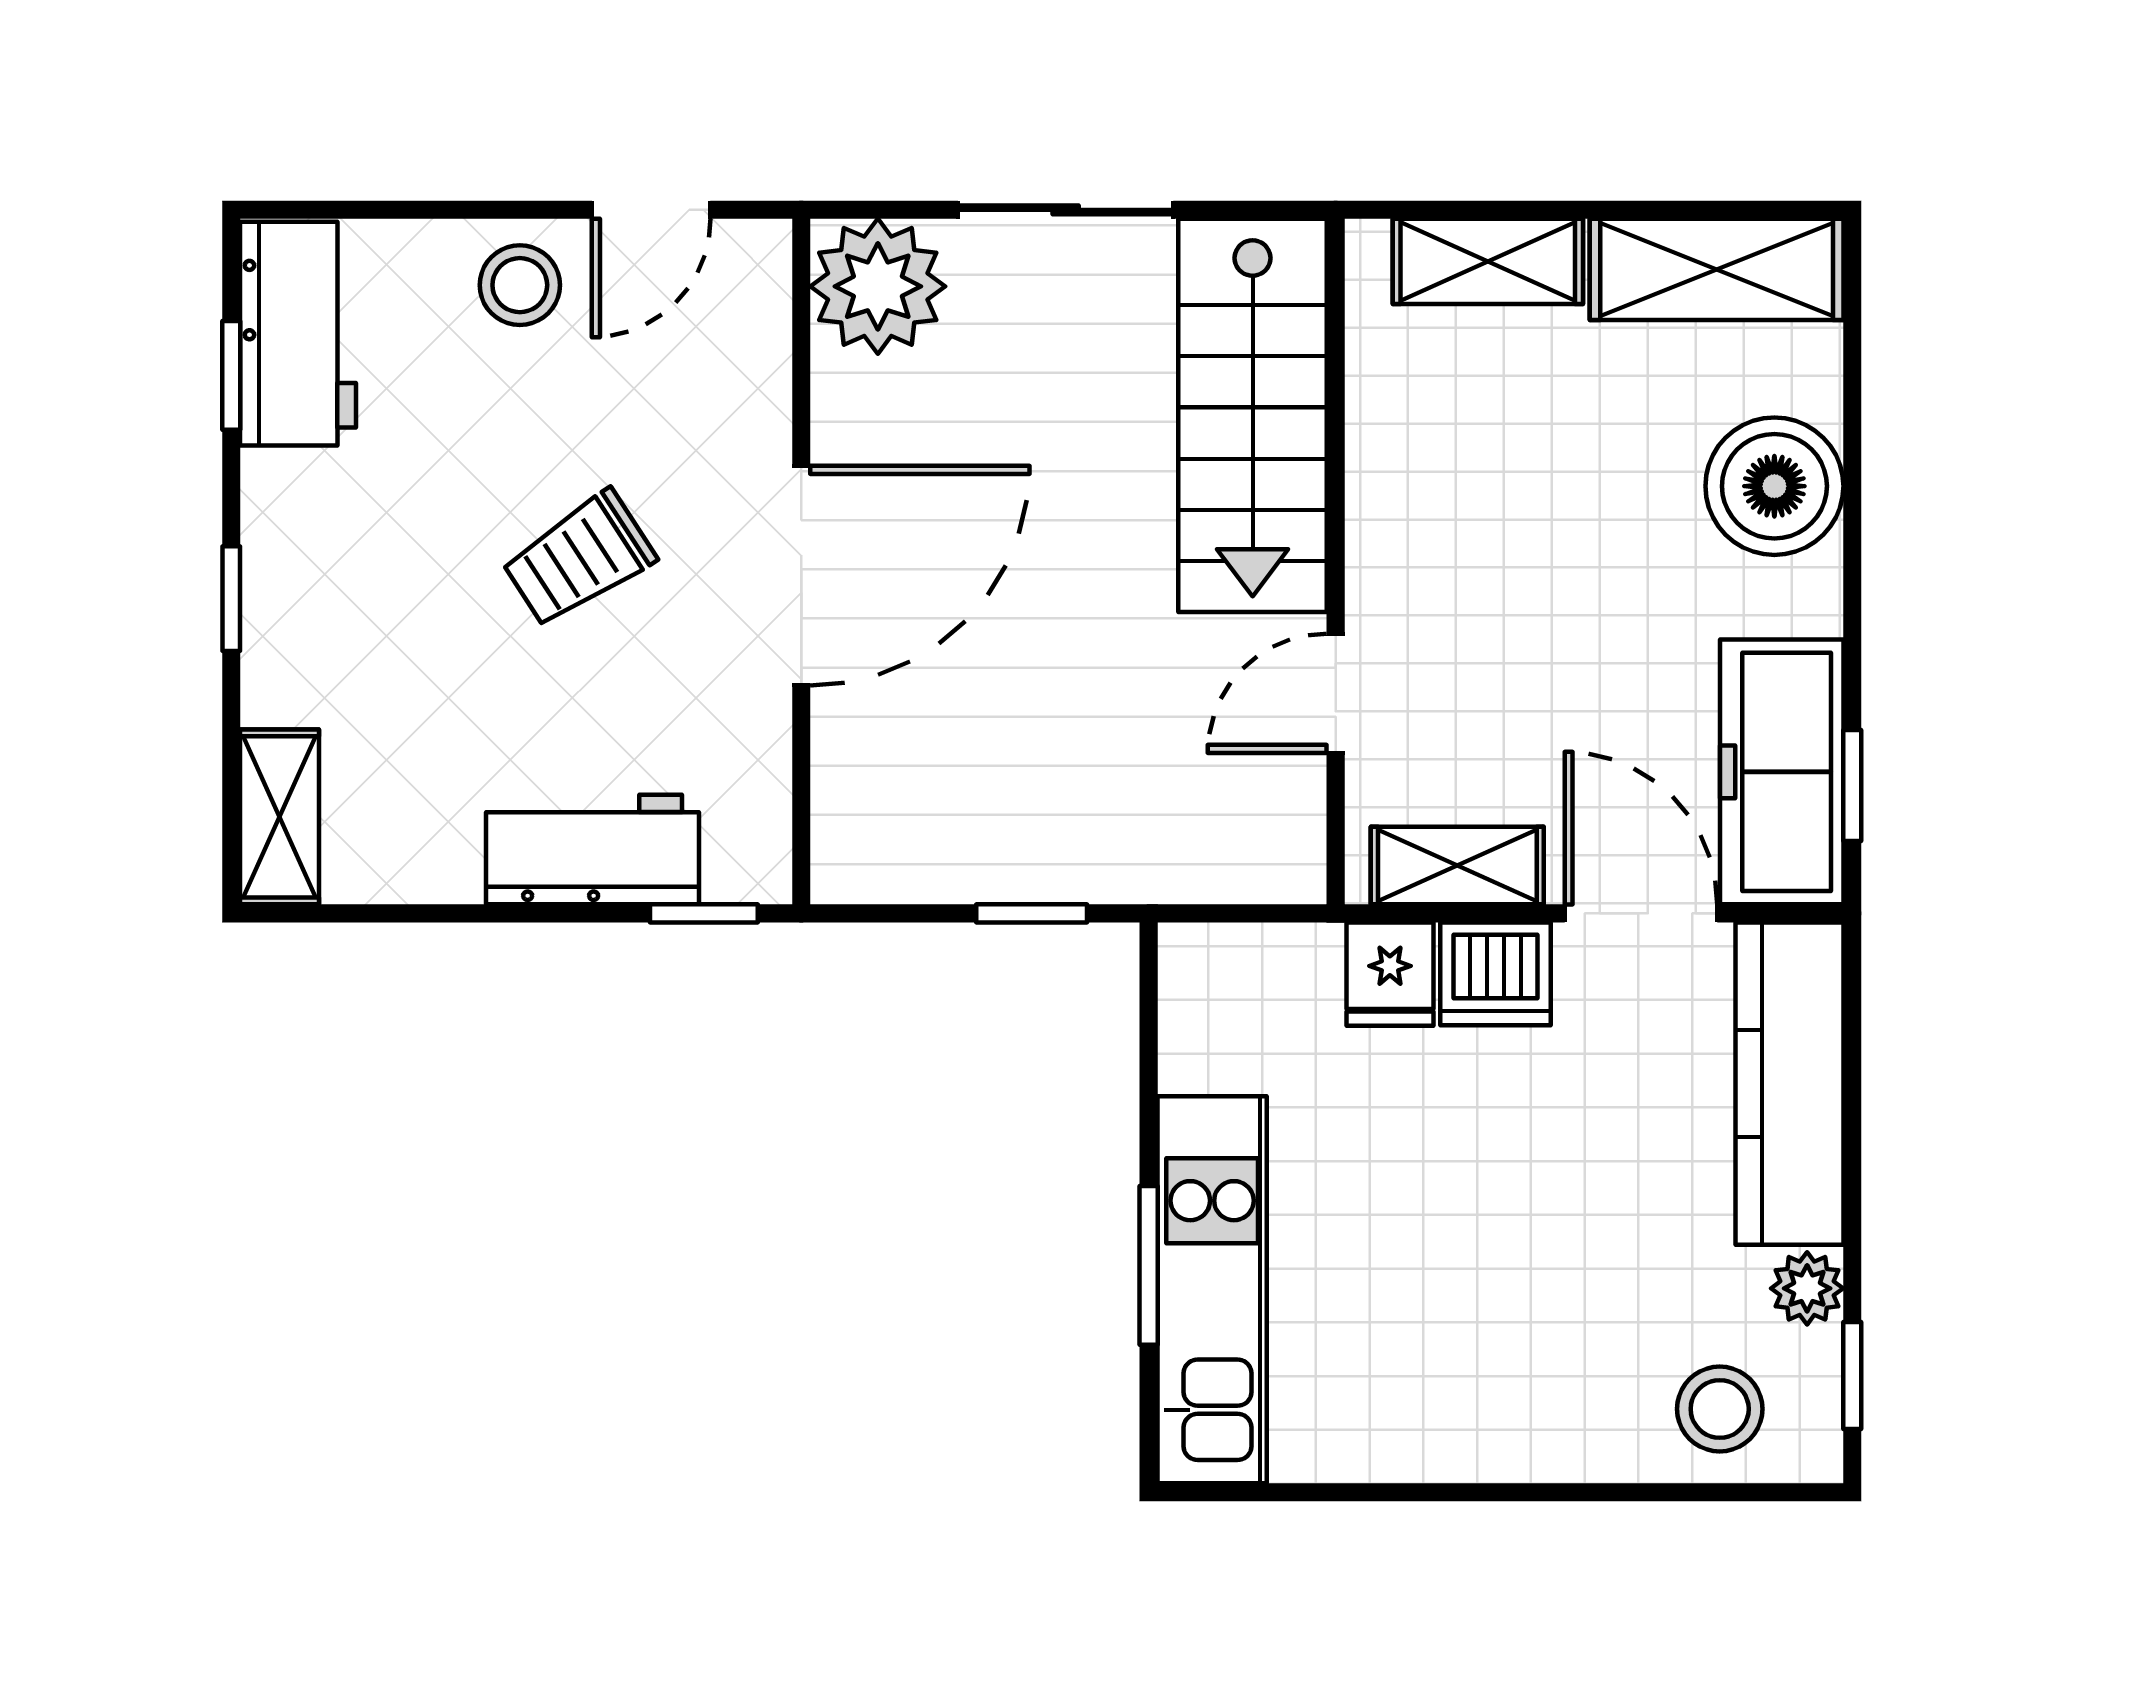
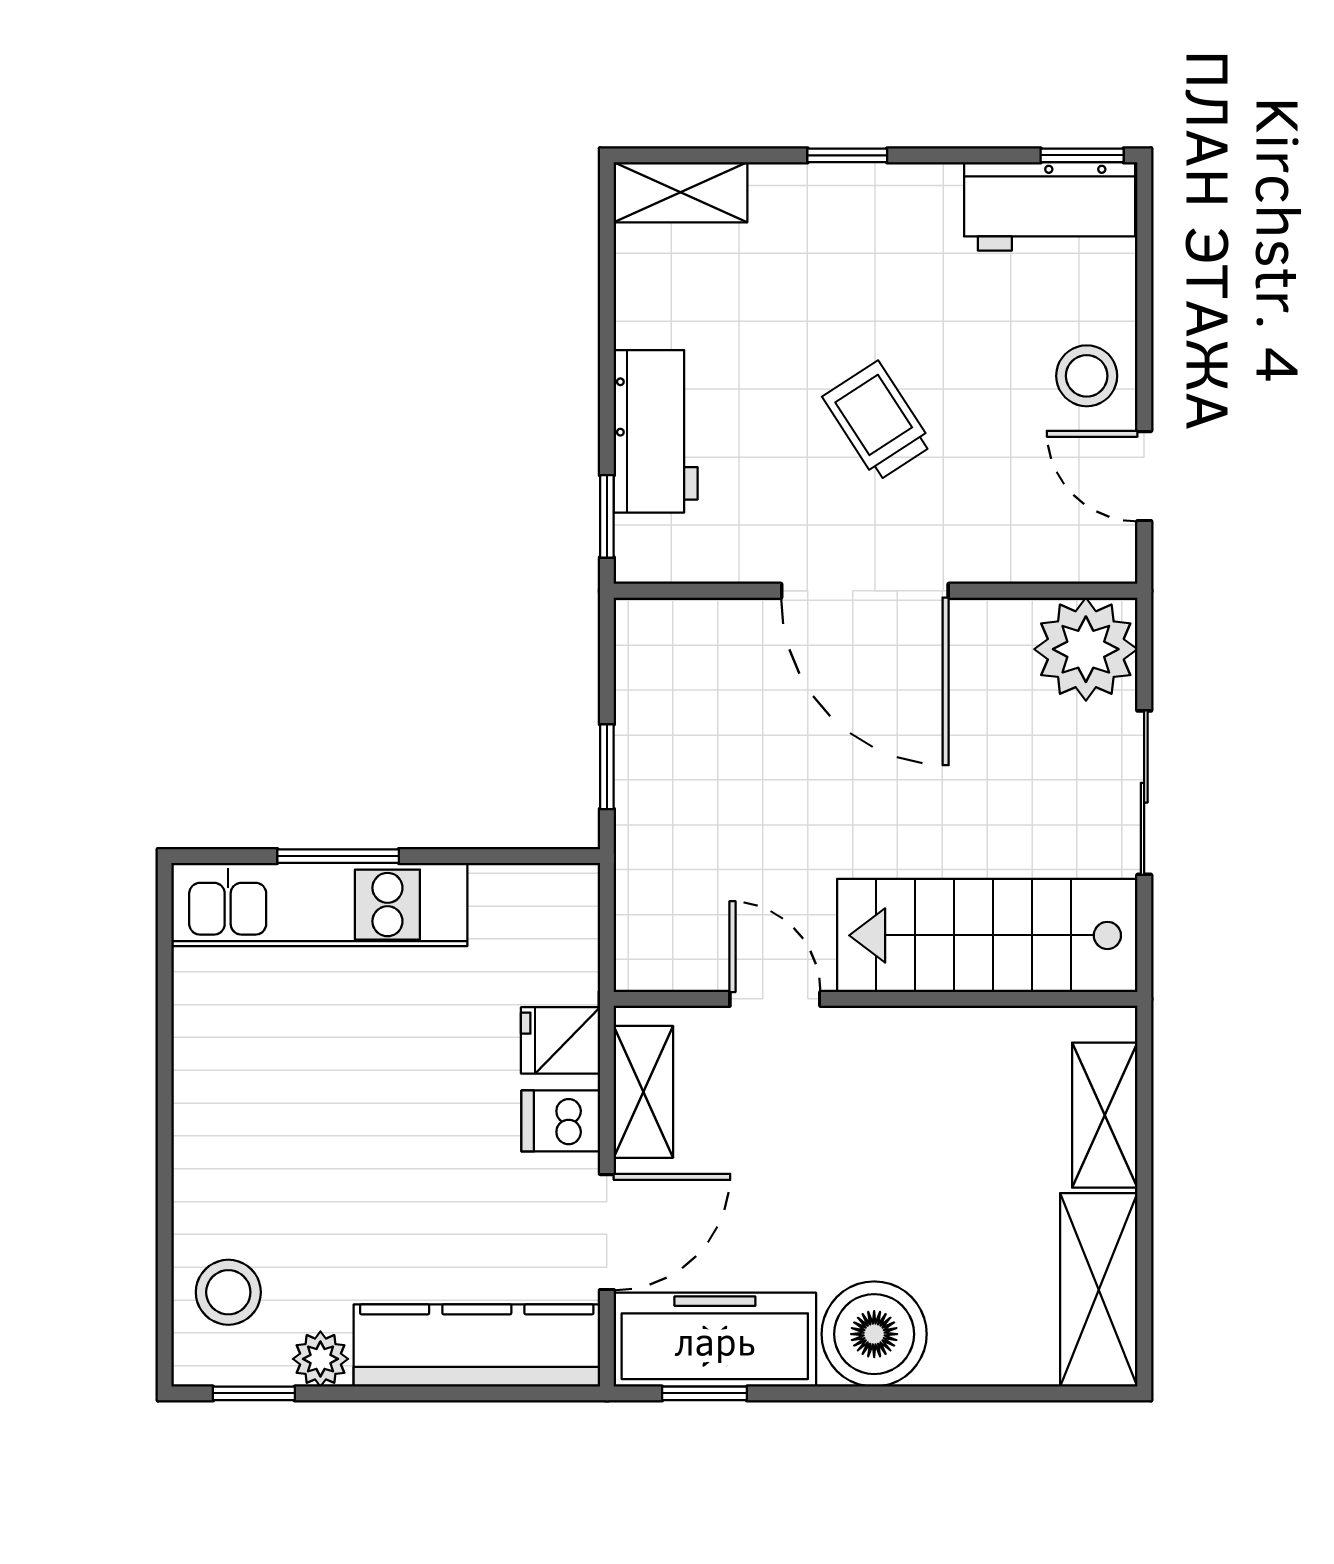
window: (231, 375) -> (1082, 155), moved
boiler: (1774, 486) -> (874, 1334), moved
dishwasher: (1495, 974) -> (561, 1121), width x0.73

